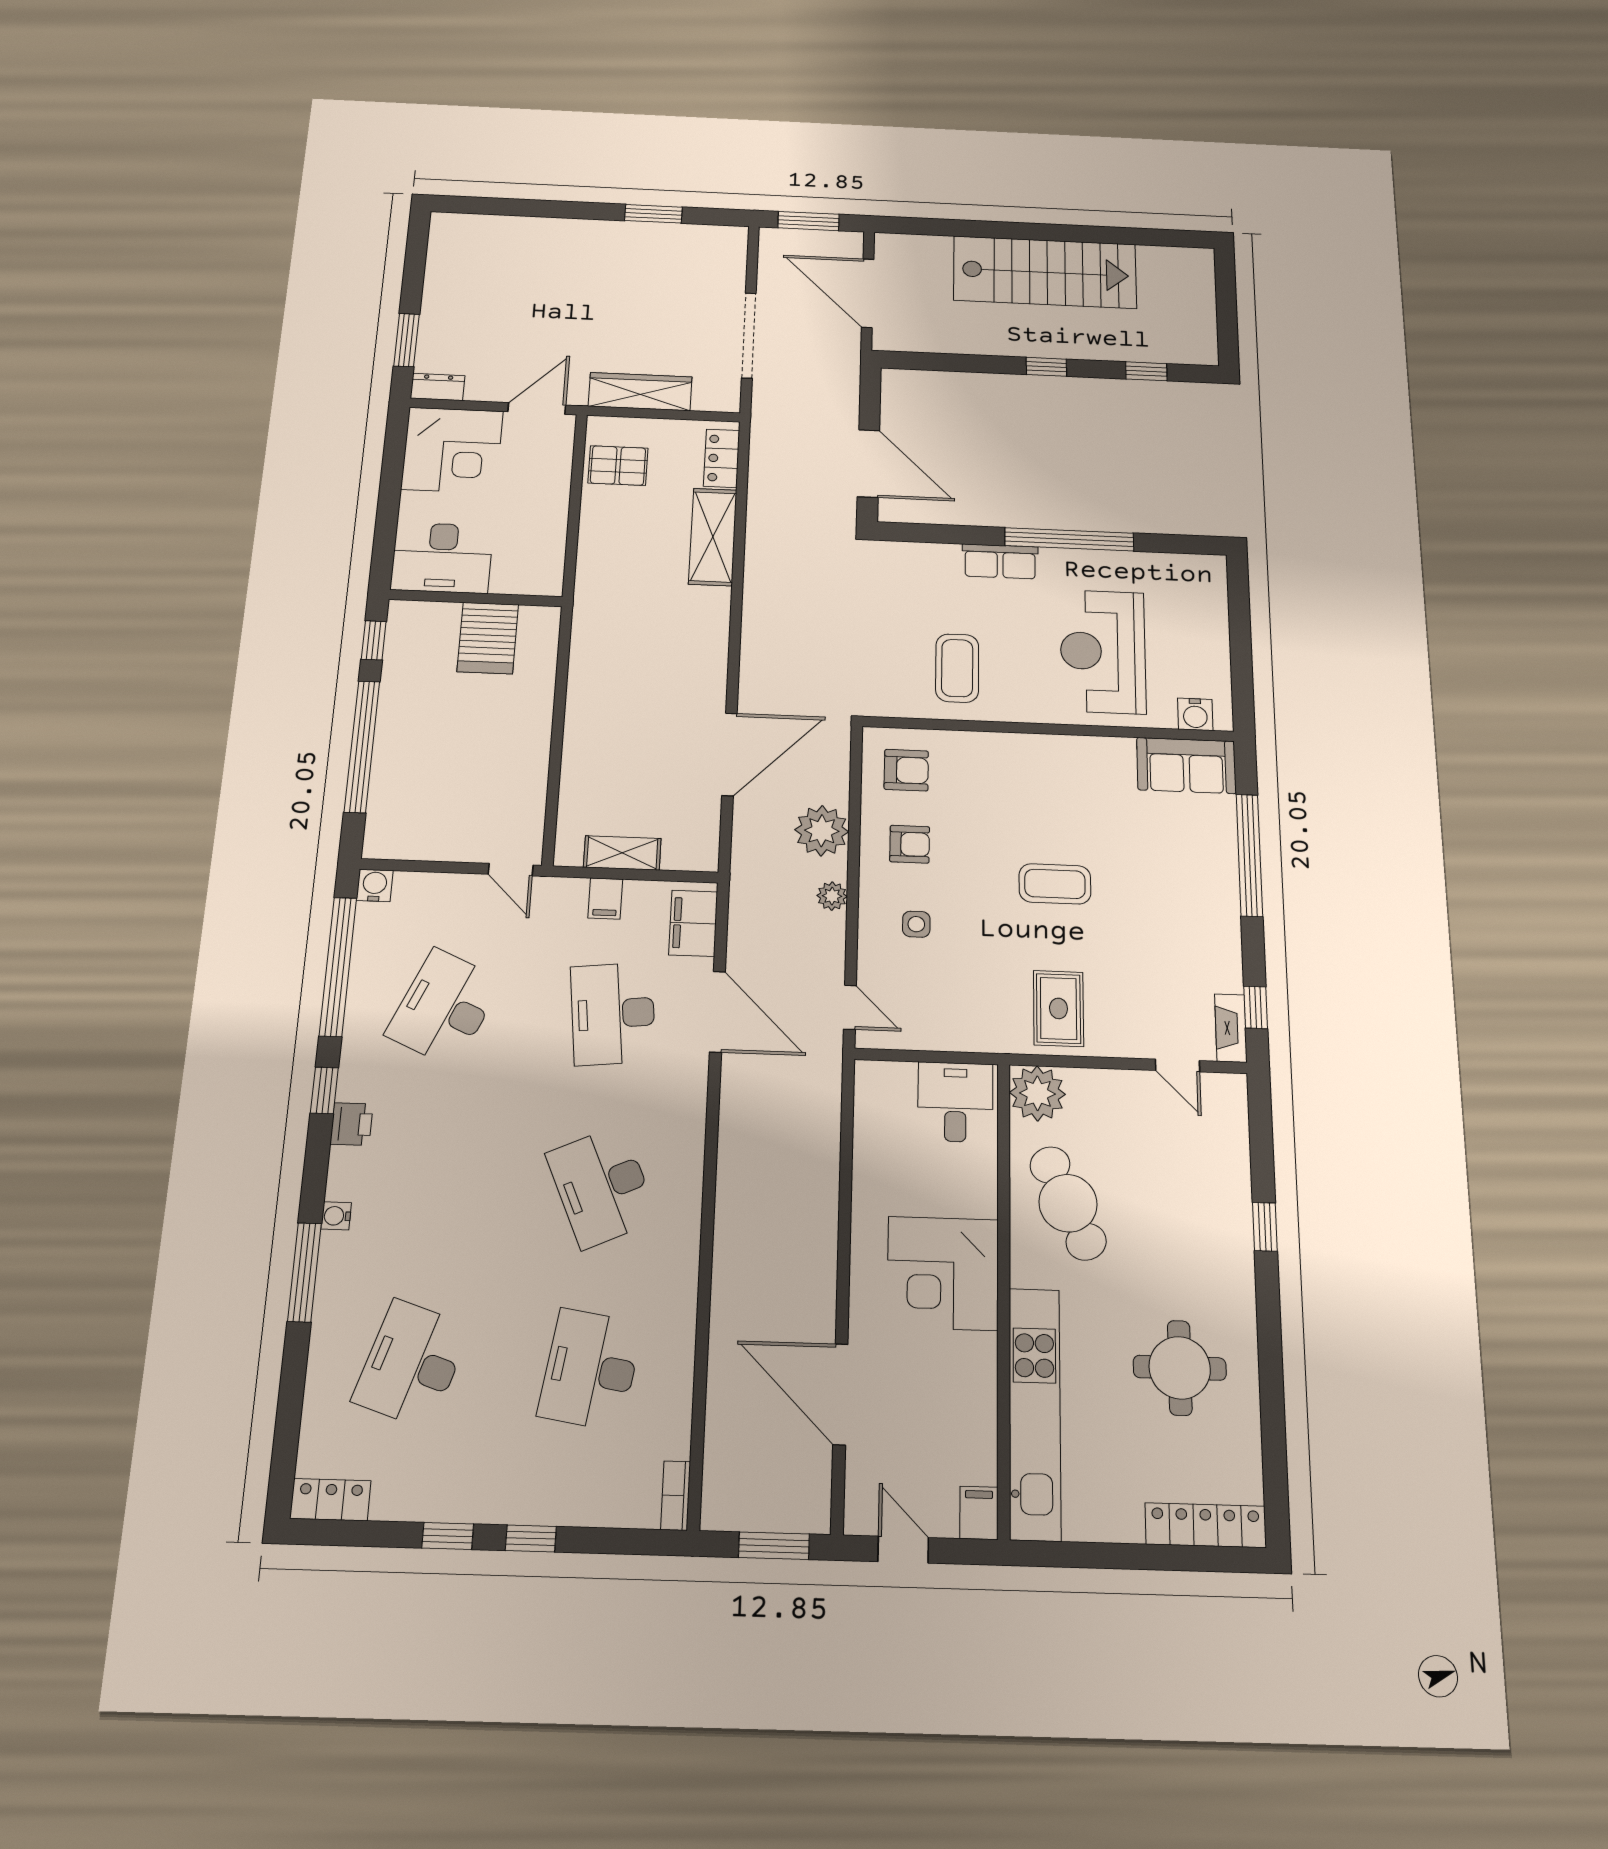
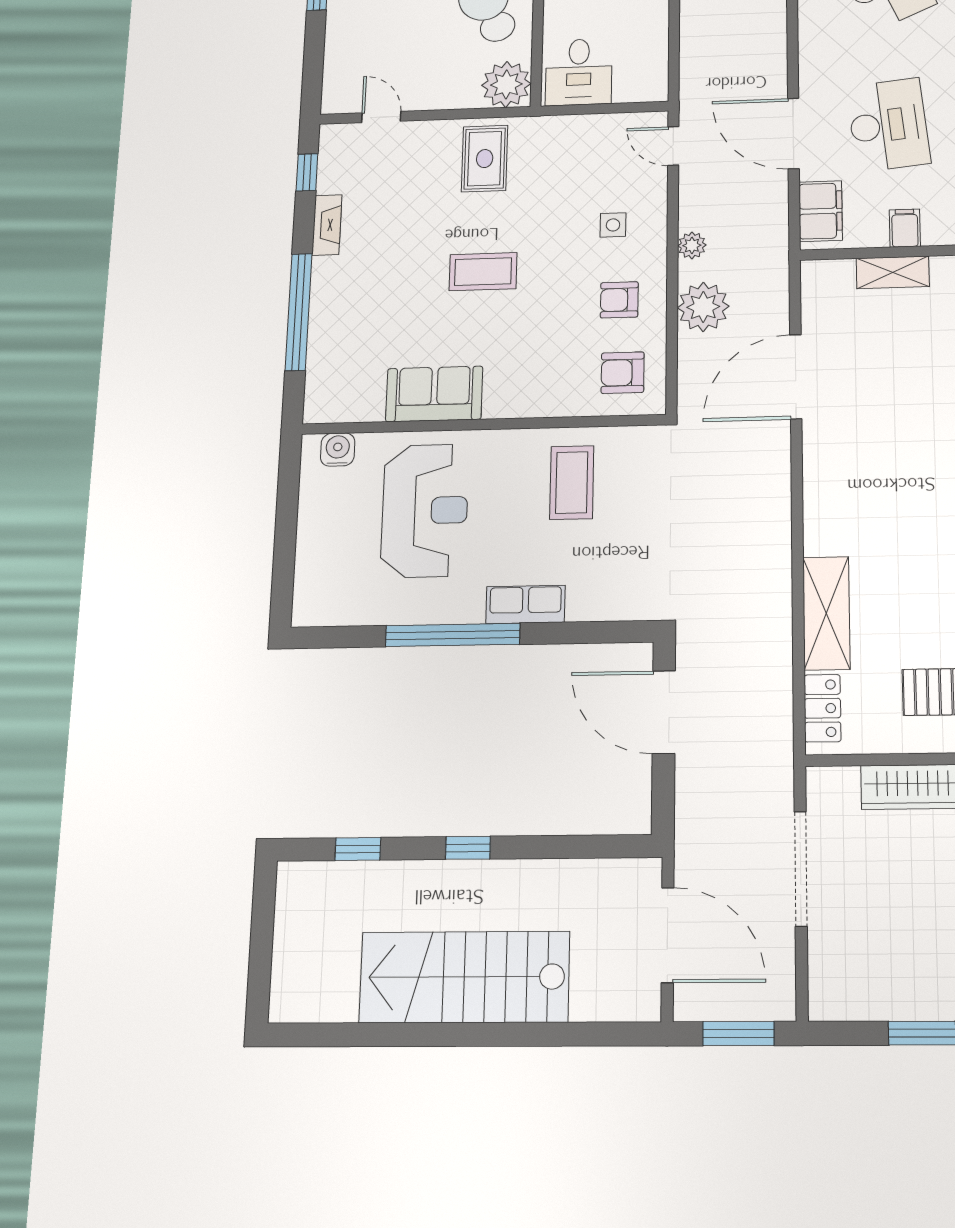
sofa: (1186, 765) -> (434, 394), moved
fireplace: (1231, 1028) -> (327, 225), moved

